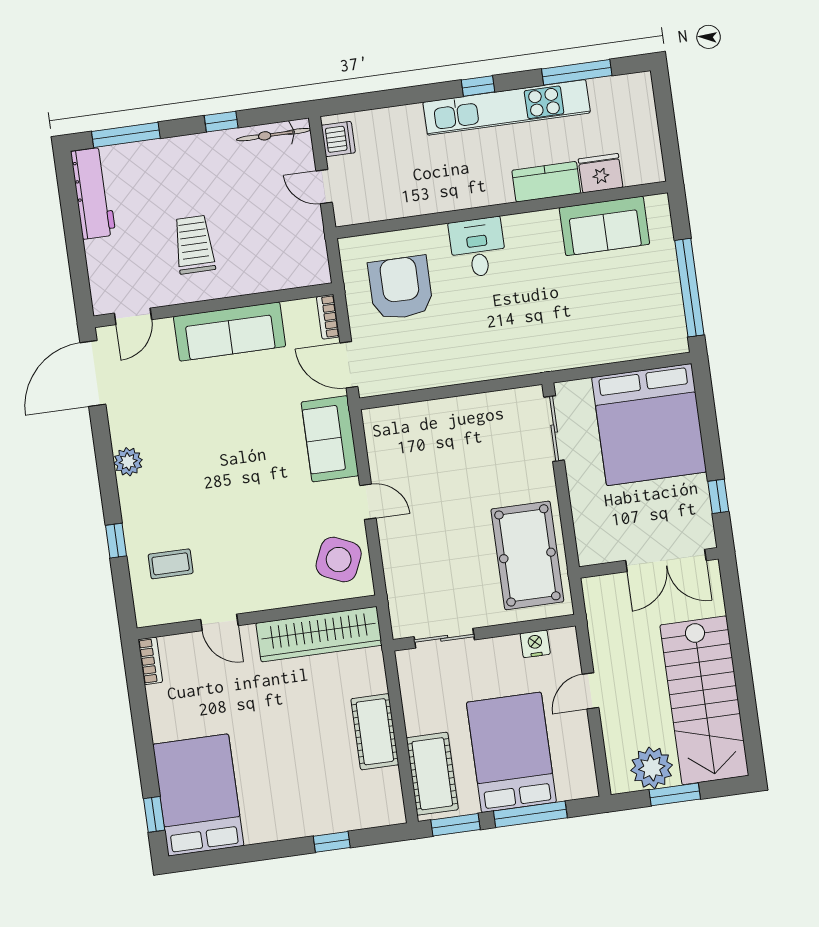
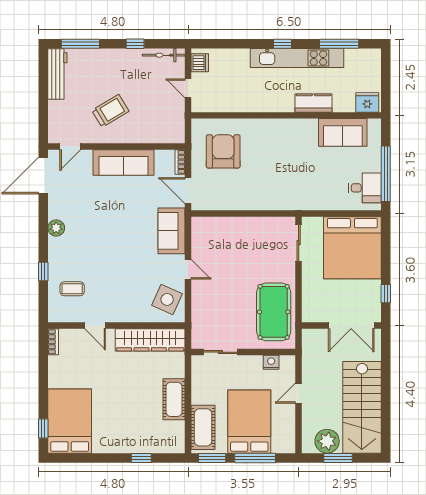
fridge: (600, 173) -> (367, 102), moved
trolley: (194, 245) -> (110, 111), turned 59
desk: (478, 247) -> (365, 188), moved, turned 90

